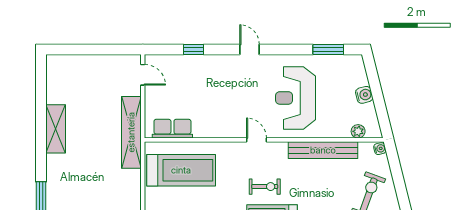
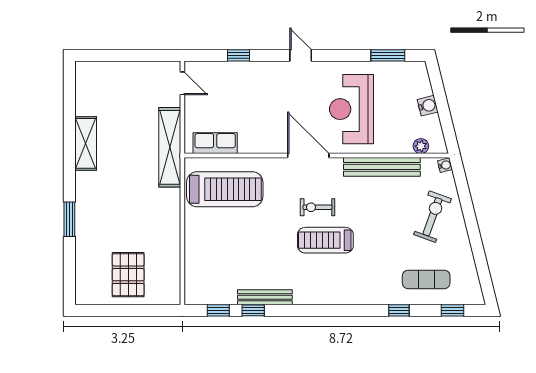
door: (257, 140) -> (308, 156), width x1.87
exercise bike: (265, 187) -> (317, 207), turned 180

